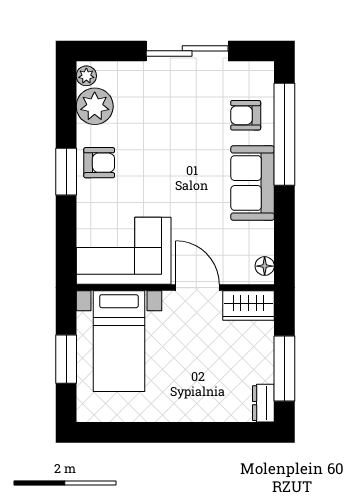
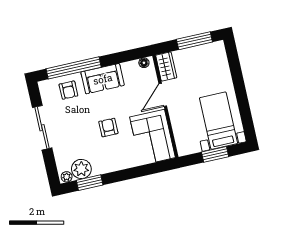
armchair: (99, 163) -> (108, 127), moved
window: (66, 172) -> (90, 183), moved
bed with nightstands: (119, 341) -> (218, 121), moved, turned -90
dresser: (263, 403) -> (215, 47), removed

